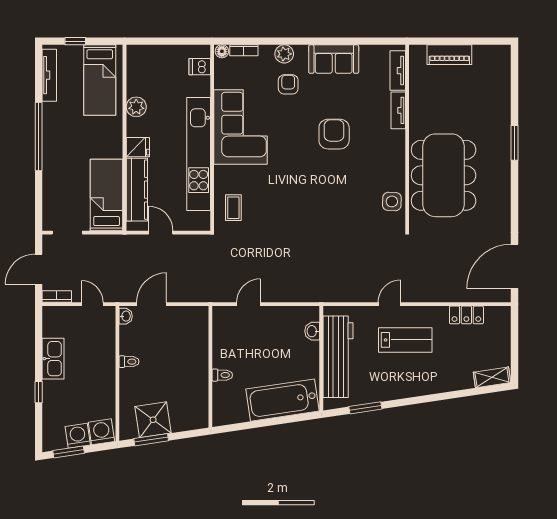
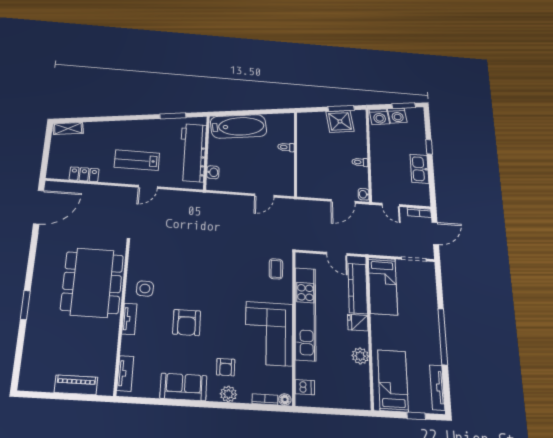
tv unit: (398, 110) -> (129, 319), moved
side table: (392, 201) -> (145, 289), moved

